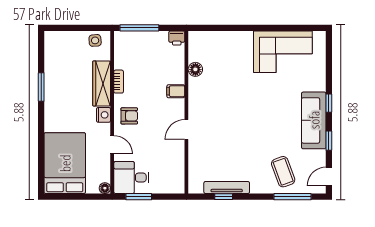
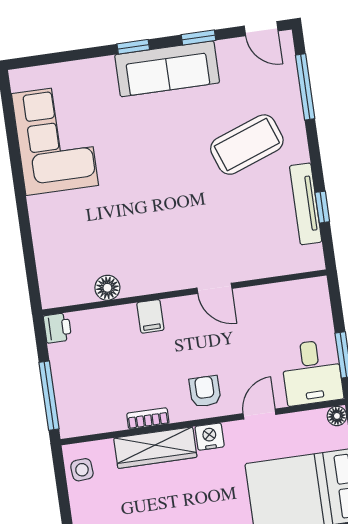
coffee table: (283, 172) -> (247, 145), moved, width x1.36, depth x1.32

